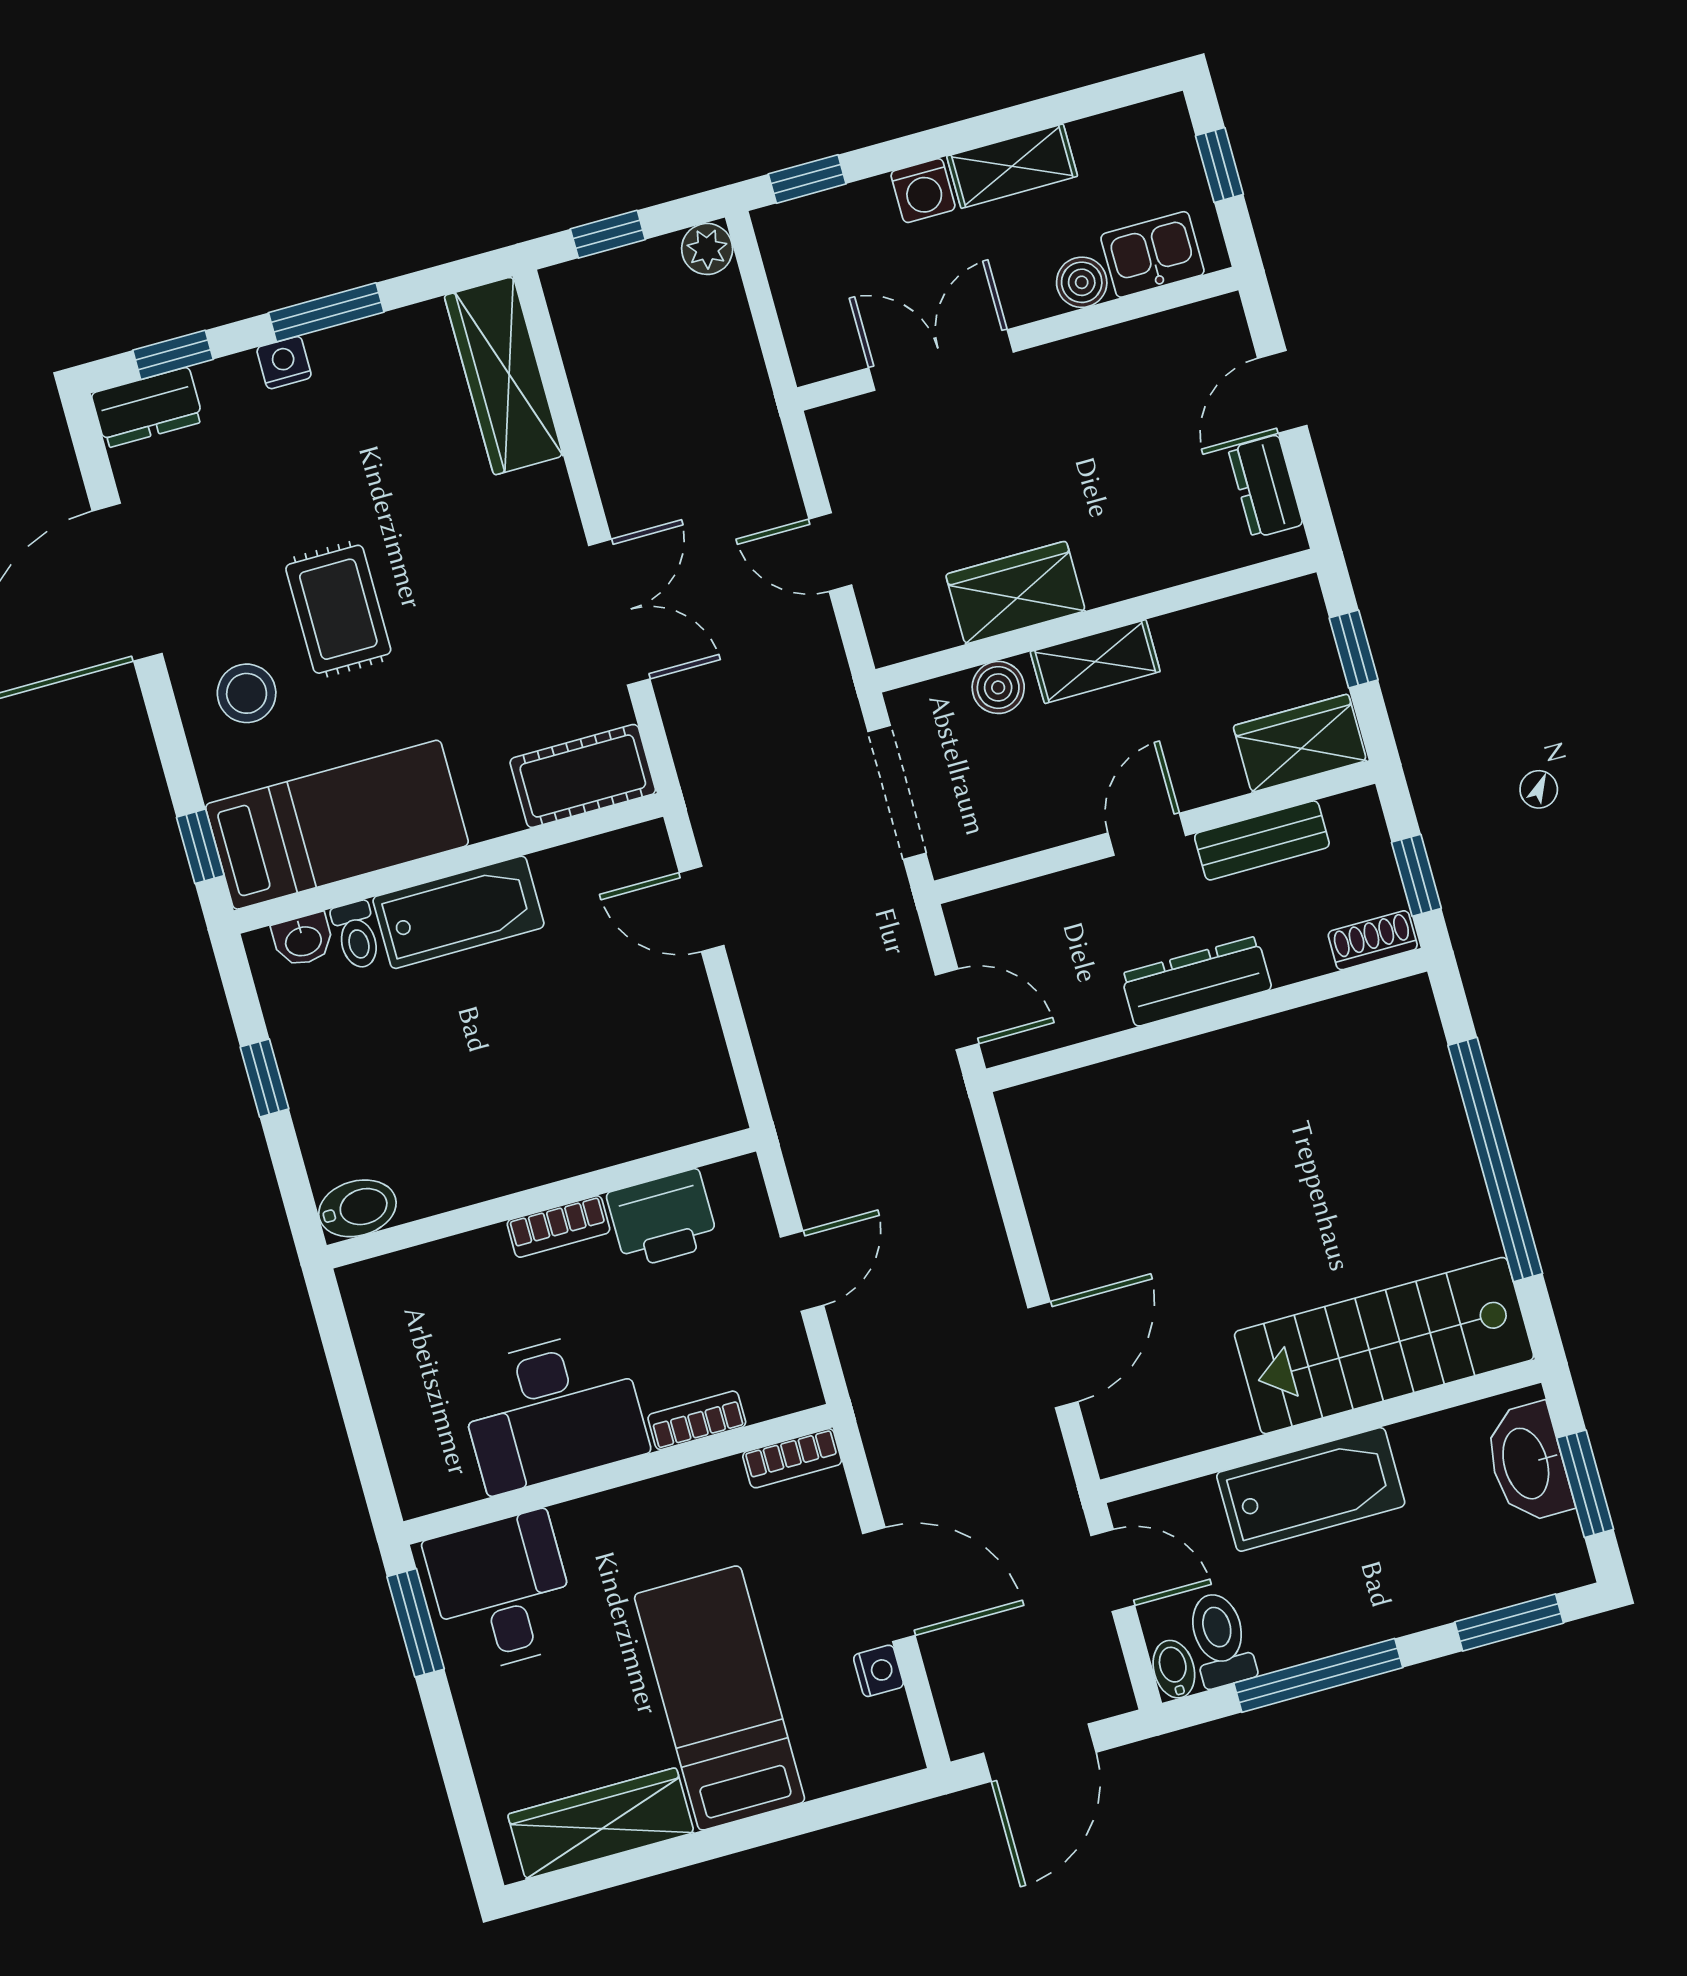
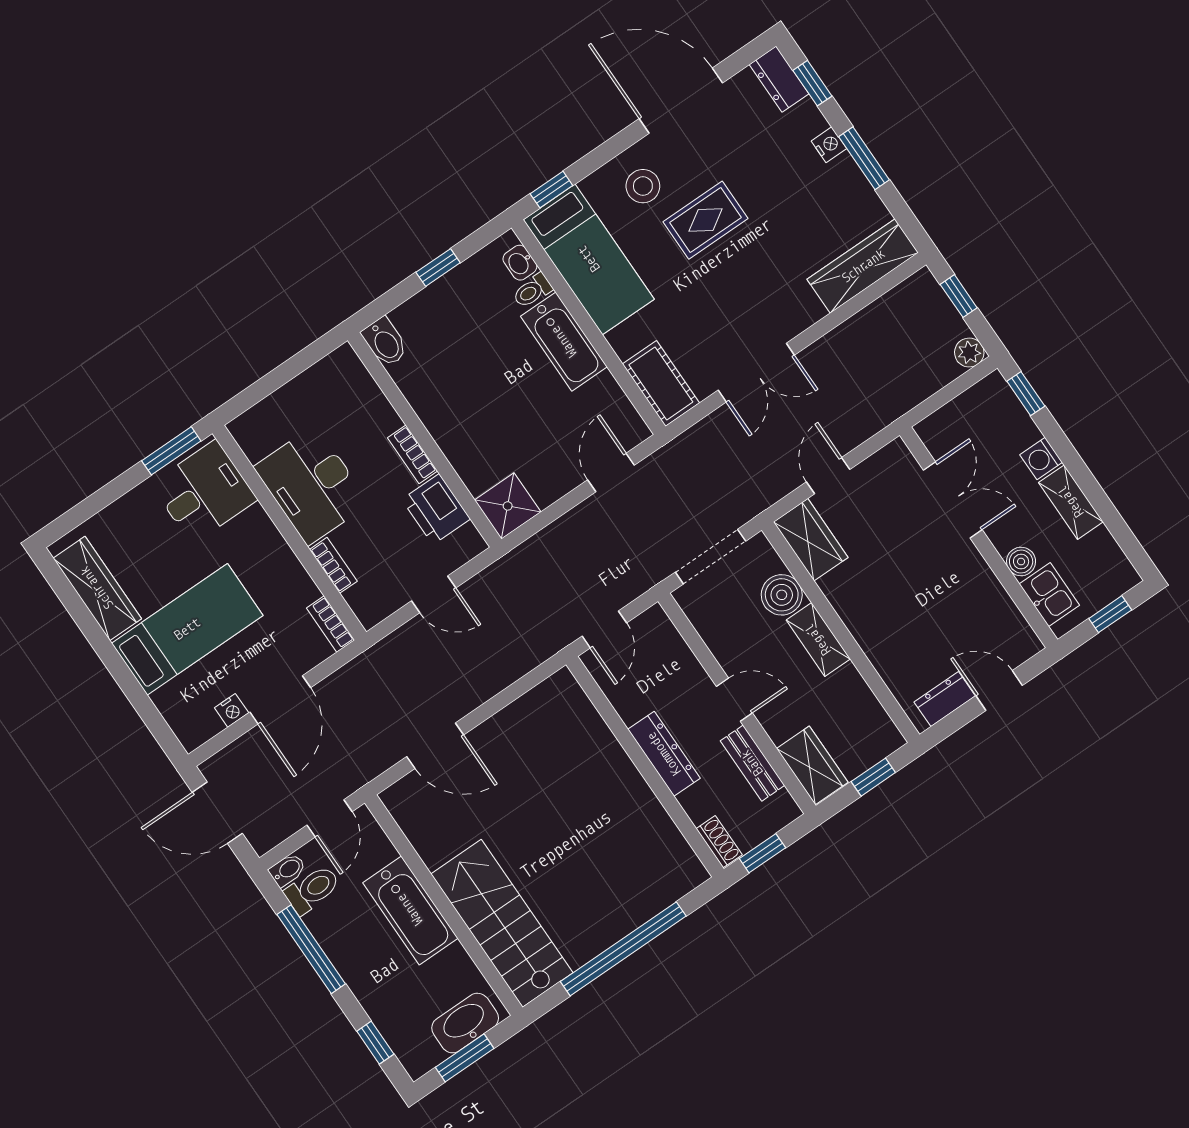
wardrobe: (1016, 593) -> (811, 540), moved
boiler: (998, 687) -> (782, 595), width x1.36, depth x1.36
shower: (698, 1099) -> (508, 506), added
window: (1509, 1622) -> (375, 1043), width x0.67

